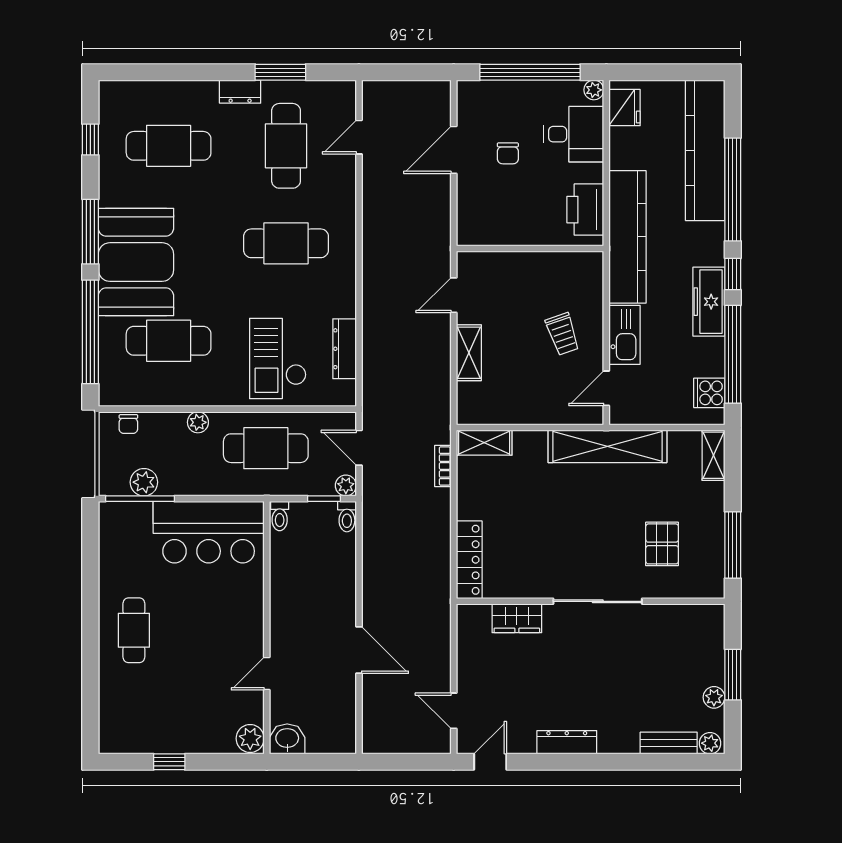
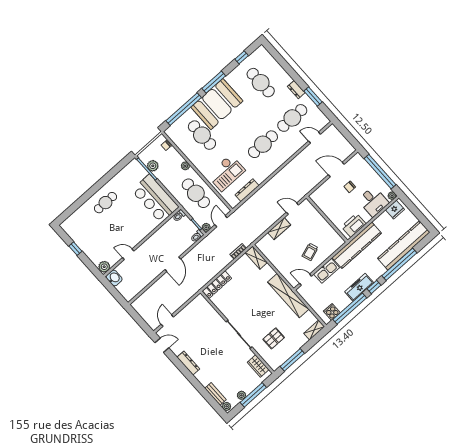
cafe table: (286, 243) -> (263, 144), turned 90
checkout: (278, 358) -> (226, 173), turned 180
wardrobe: (517, 618) -> (258, 366), moved
door: (359, 650) -> (173, 264), moved
window: (733, 675) -> (253, 395), width x1.44

